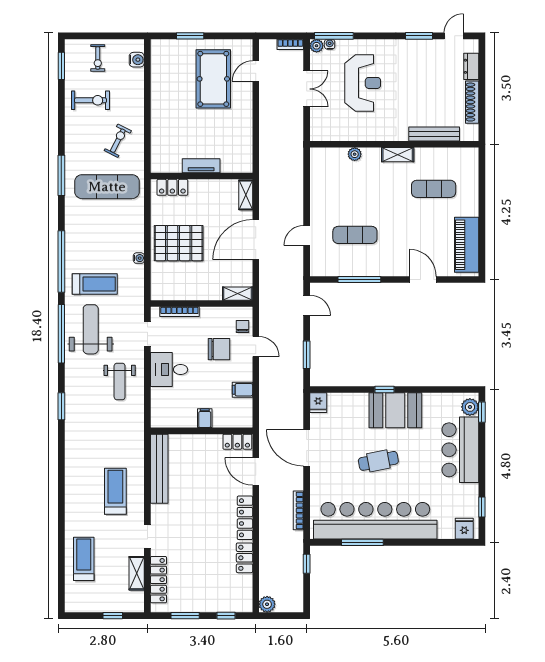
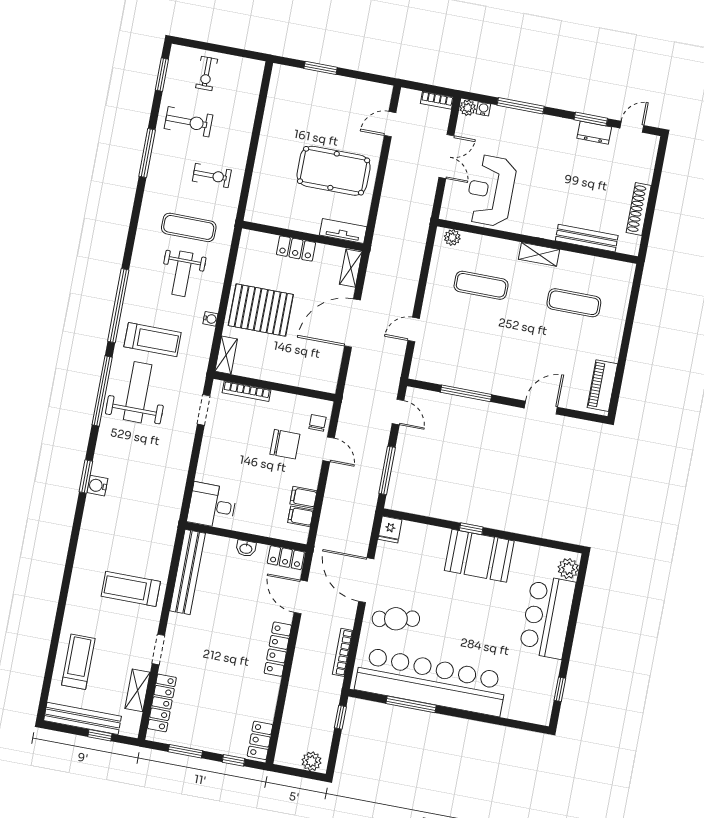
window: (334, 36) -> (521, 106), moved
water cooler: (137, 60) -> (97, 486), moved, turned 180
dresser: (471, 66) -> (594, 133), moved, turned -90
pool table: (213, 79) -> (334, 171), moved, turned 90
reception desk: (363, 83) -> (491, 191), moved, turned 180
exercise bike: (118, 141) -> (212, 176), turned 63
plant: (355, 154) -> (452, 237), moved
tv unit: (201, 166) -> (343, 231), moved
window: (61, 175) -> (147, 153), moved
exercise mat: (107, 187) -> (189, 227), width x0.73, depth x0.69
locker: (172, 187) -> (296, 249), moved
exercise mat: (355, 235) -> (481, 285), moved
piano: (467, 245) -> (602, 386), width x0.73, depth x0.75
door: (423, 280) -> (541, 408), hinge flipped
shelving: (238, 294) -> (226, 355), moved, turned 90
window: (307, 355) -> (387, 470), width x1.44
desk: (169, 369) -> (212, 506), moved
weight bench: (120, 381) -> (182, 274), moved
window: (482, 412) -> (581, 577), removed
filing cabinet: (205, 418) -> (301, 516), moved, turned -90
washbasin: (203, 440) -> (246, 548), added
cafe table: (378, 461) -> (396, 619), moved
treadmill: (115, 491) -> (131, 589), turned -90
fridge: (464, 529) -> (534, 711), removed
locker: (244, 558) -> (260, 740), moved
plant: (267, 604) -> (312, 761), moved
bench: (96, 605) -> (83, 718), added

